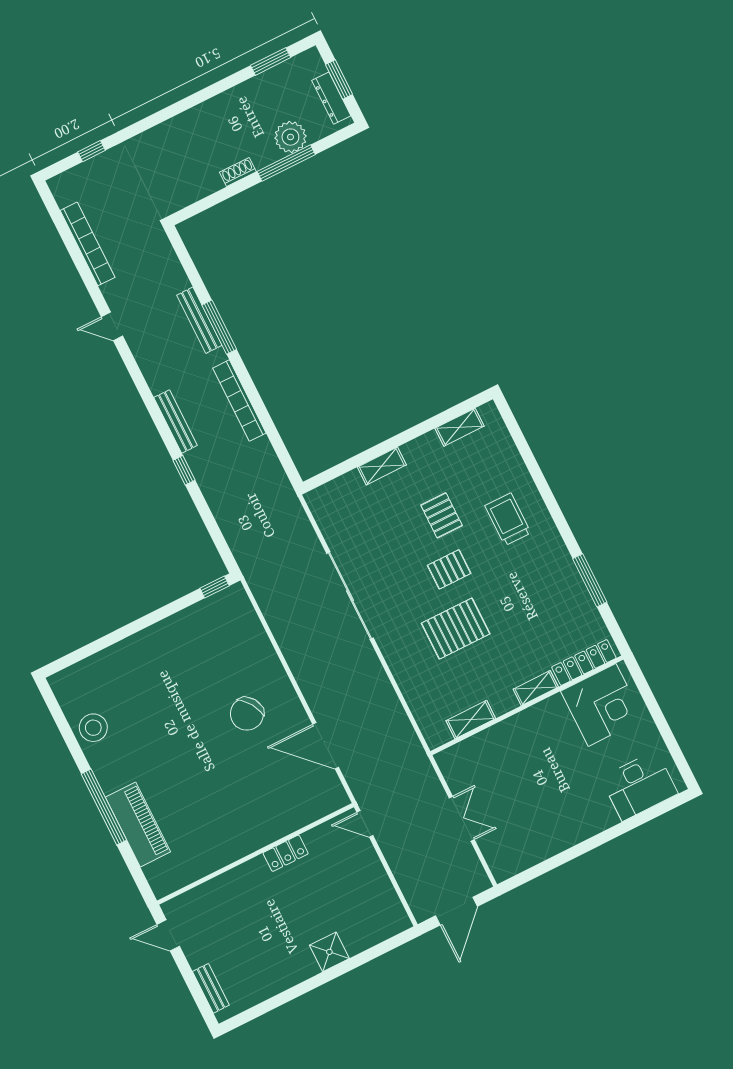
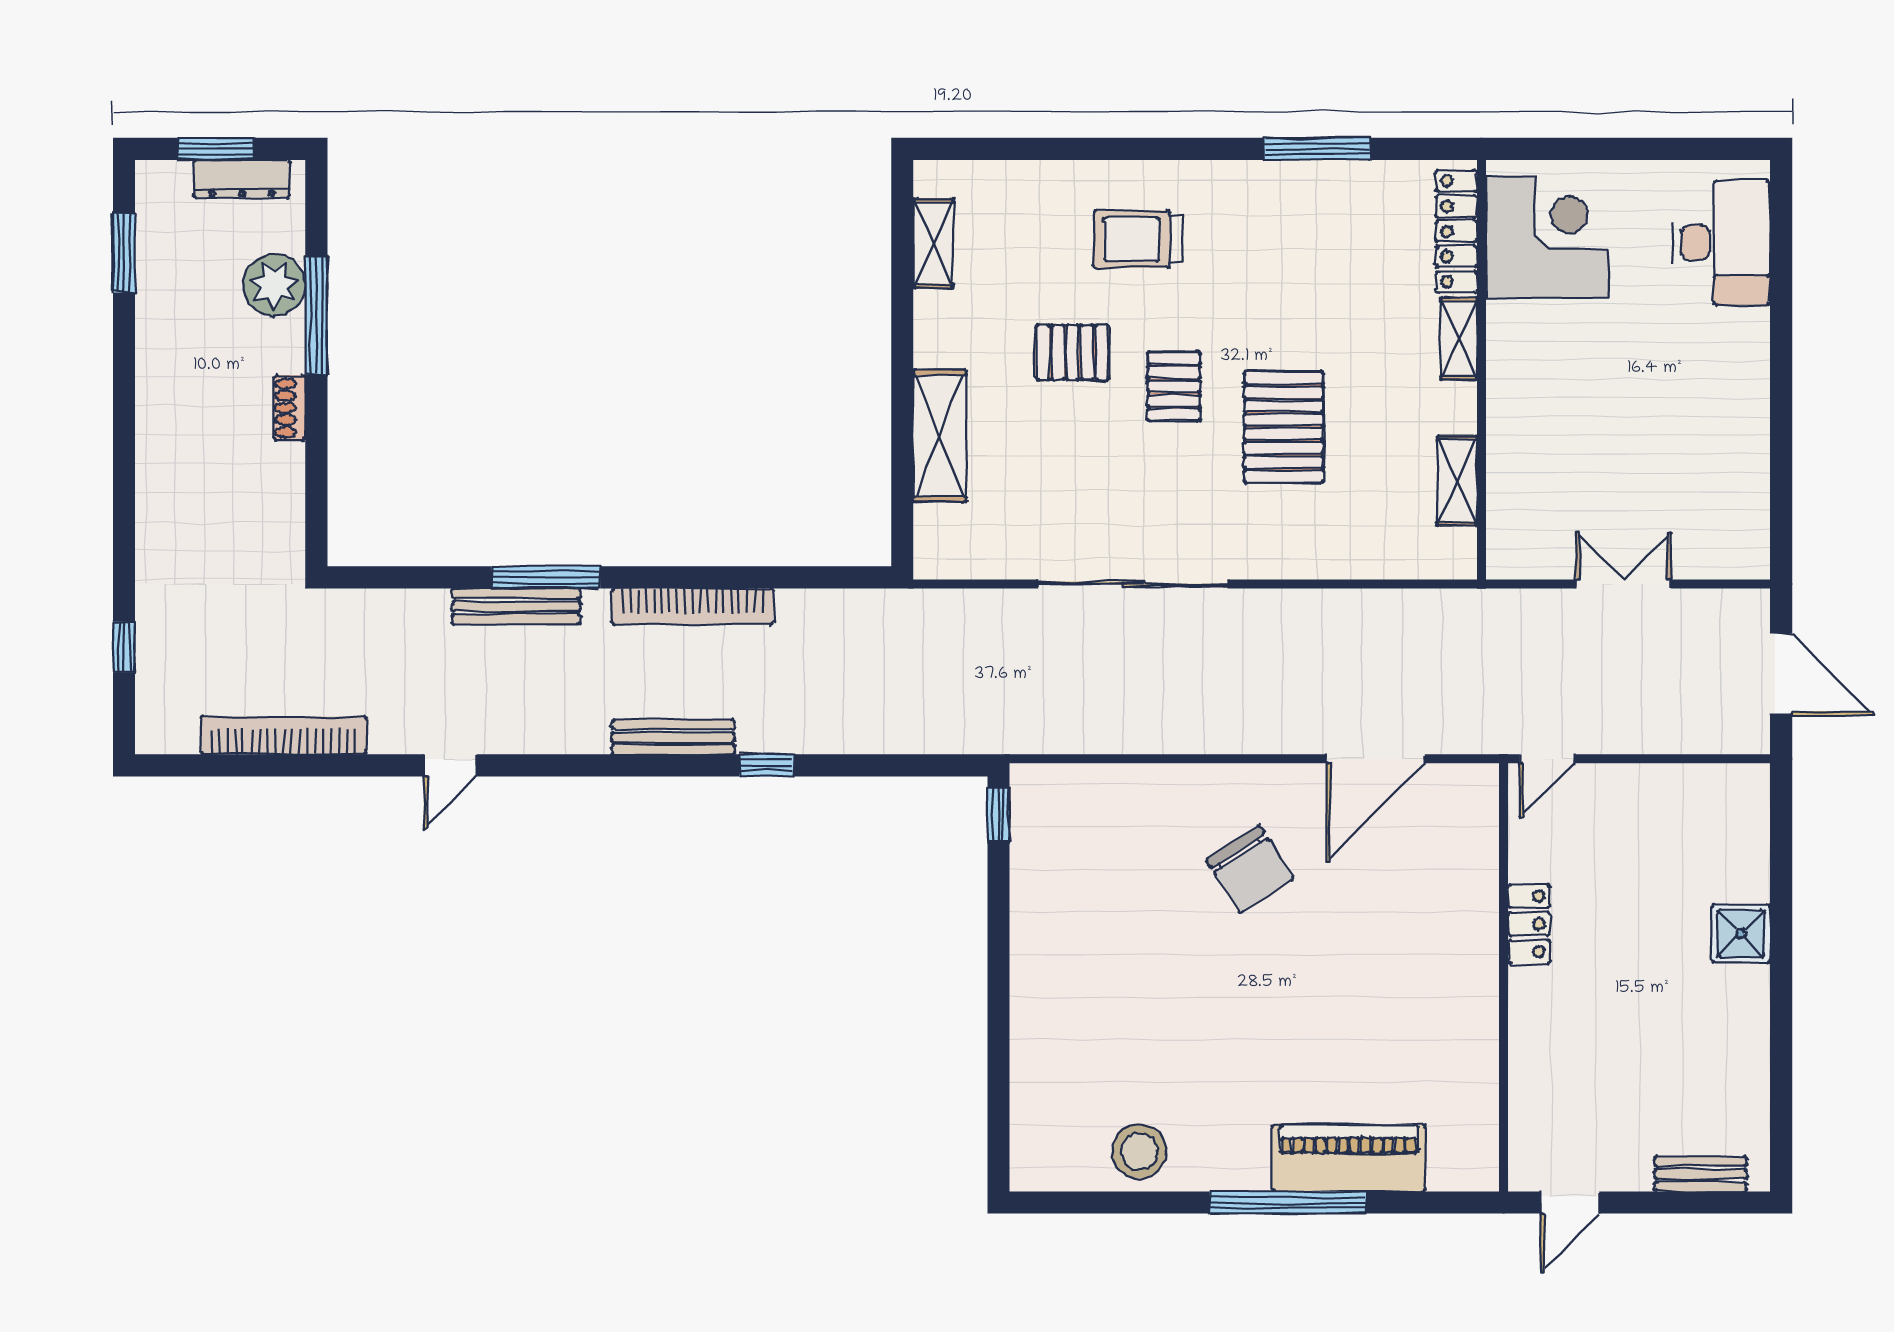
shelving: (382, 466) -> (940, 436), width x1.50, depth x1.33

